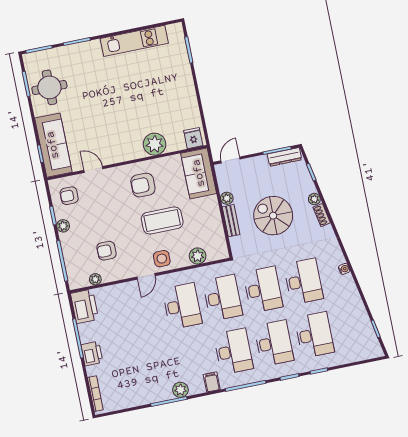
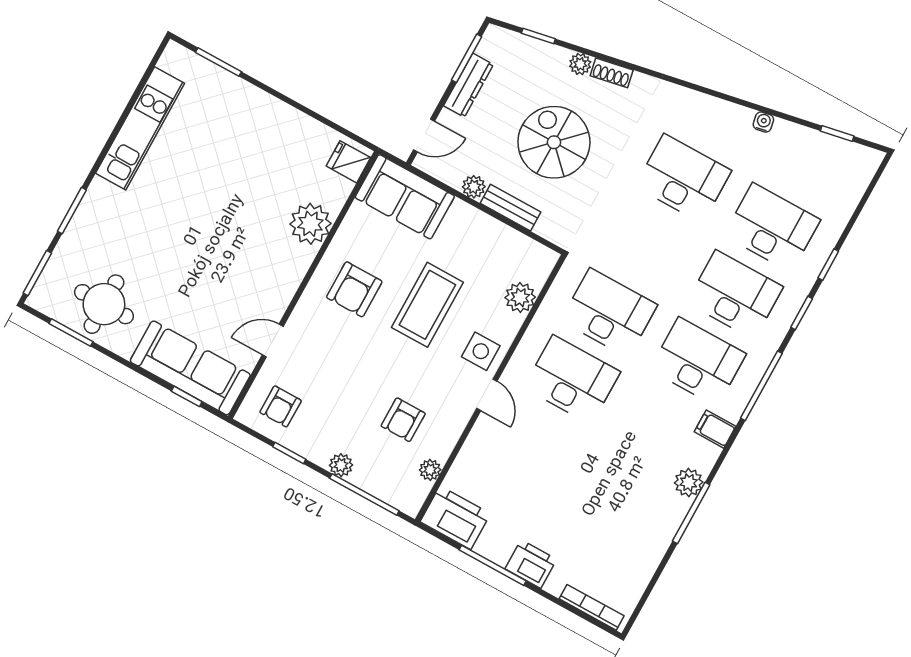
dresser: (284, 157) -> (469, 85), moved
door: (231, 160) -> (424, 135), swing flipped
spiral stairs: (273, 216) -> (554, 142), turned 90
plant: (63, 226) -> (341, 465), moved
water cooler: (344, 269) -> (763, 122), moved
desk: (263, 290) -> (646, 246), removed

